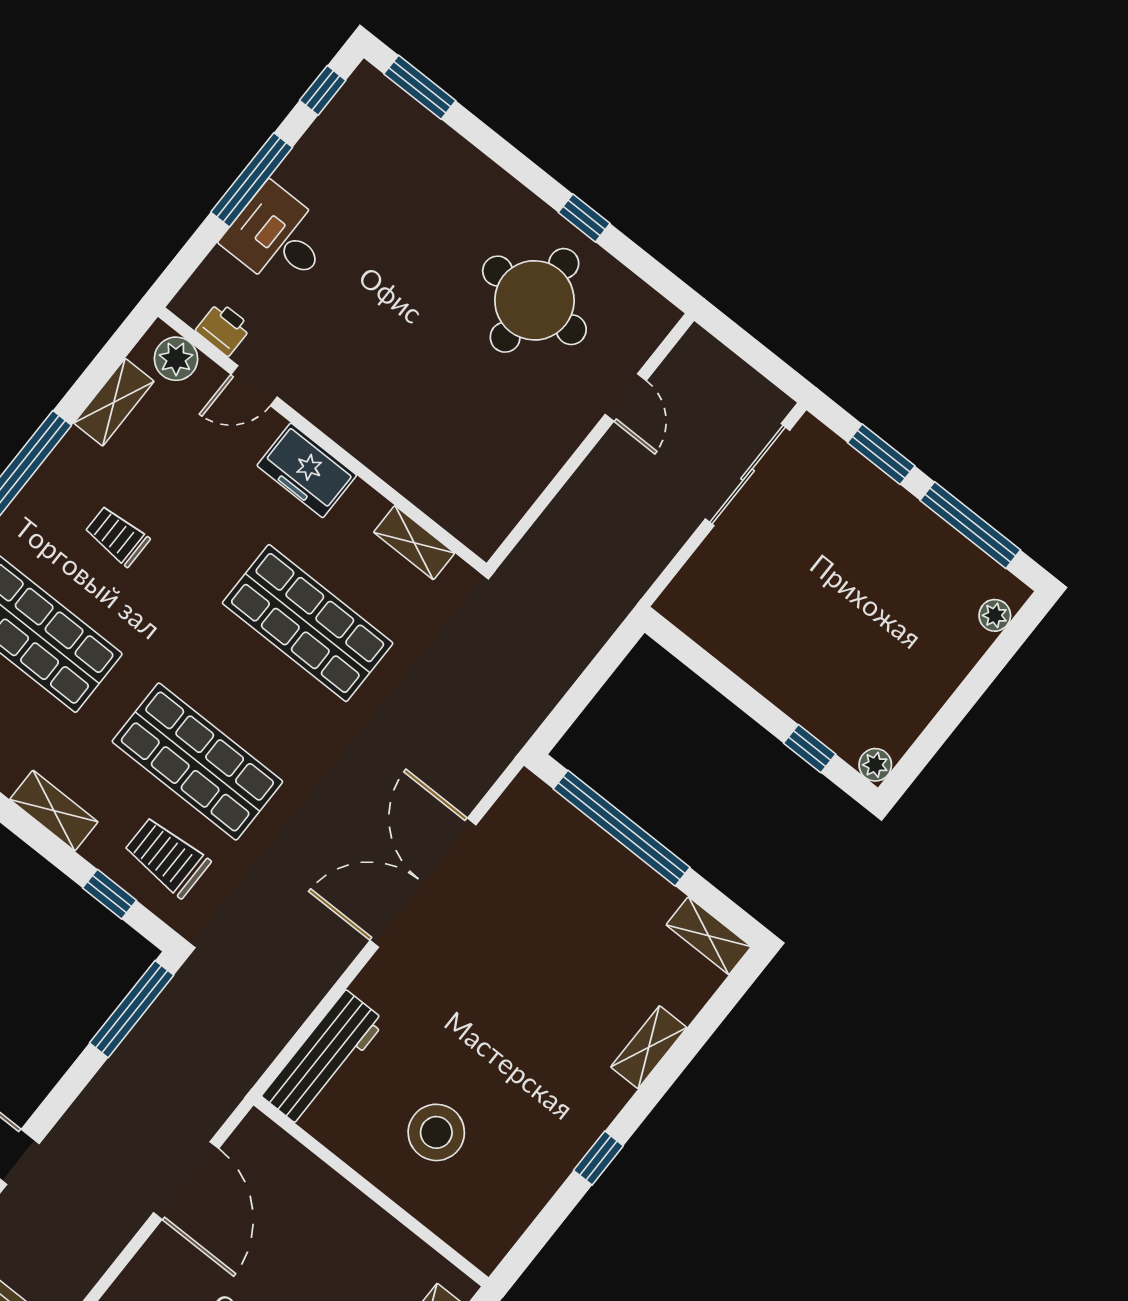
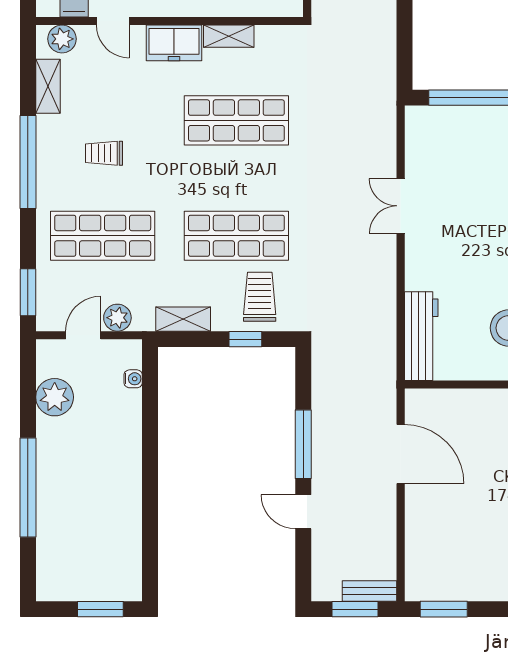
door: (254, 386) -> (113, 21), hinge flipped
shelving: (414, 543) -> (229, 36), moved
trolley: (167, 857) -> (260, 297), turned 90
double door: (423, 883) -> (401, 206), width x0.54
window: (132, 1009) -> (303, 444), moved

